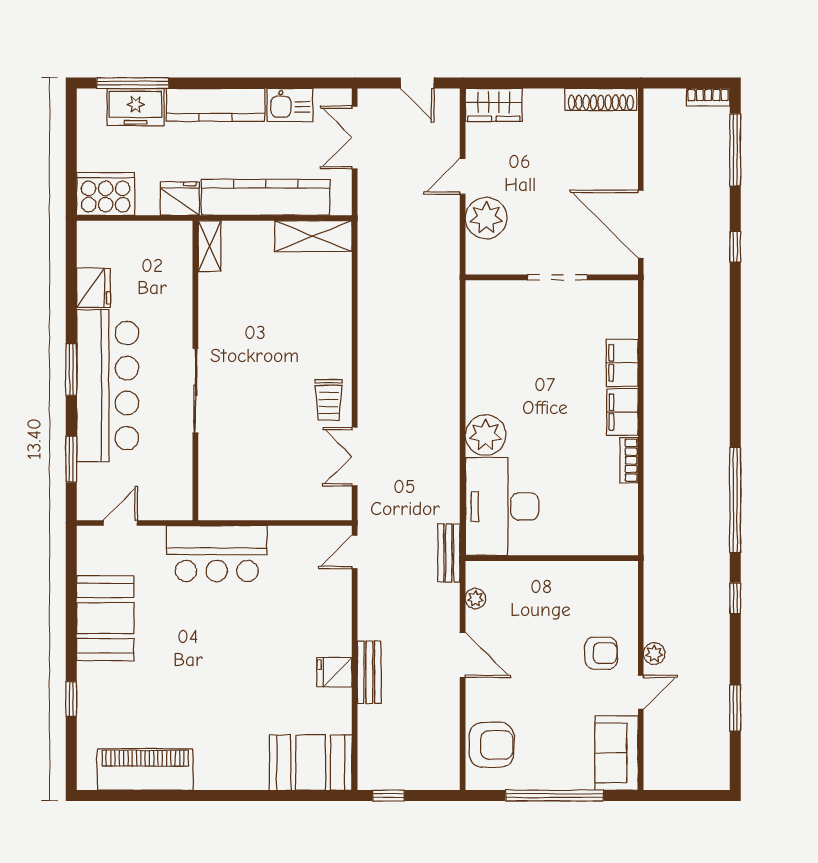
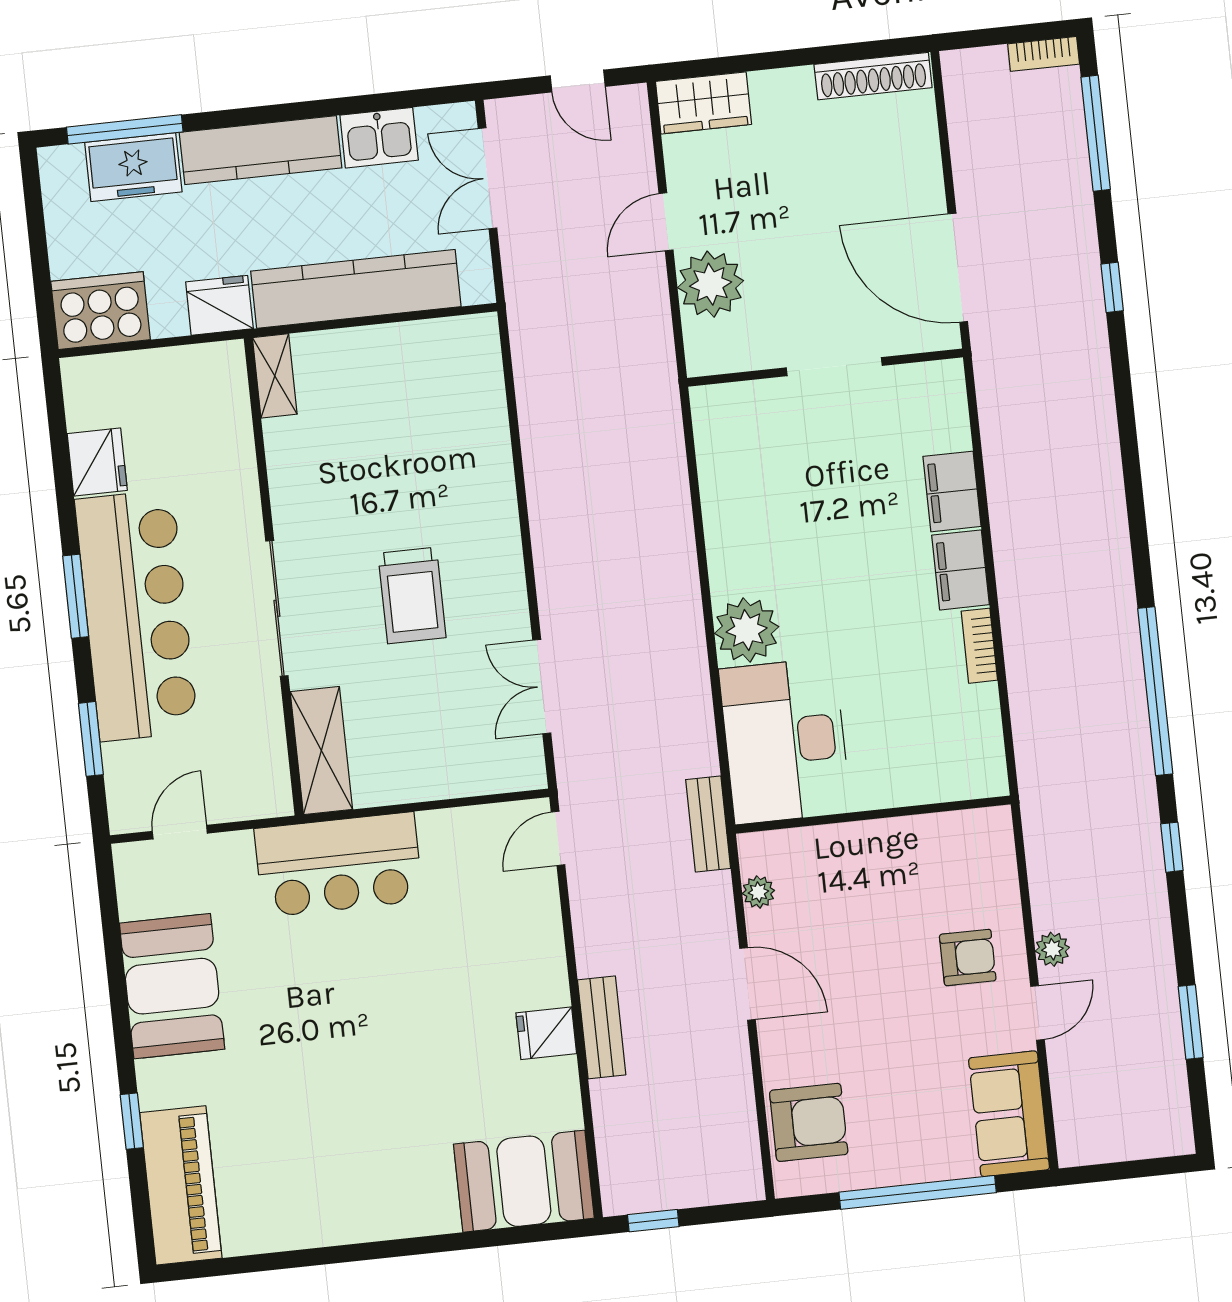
shelving: (313, 236) -> (321, 751), moved, turned 90
trolley: (329, 400) -> (412, 596), moved, width x1.36, depth x1.39
piano: (145, 769) -> (181, 1185), moved, turned 90

